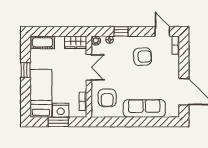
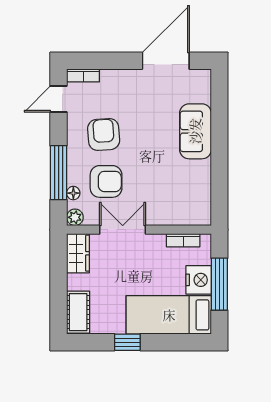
window: (121, 31) -> (59, 173), width x2.17
armchair: (107, 98) -> (106, 181), moved
sofa: (144, 108) -> (195, 131), width x0.73
window: (58, 122) -> (219, 284), width x1.44

